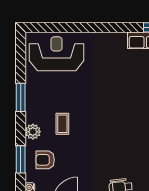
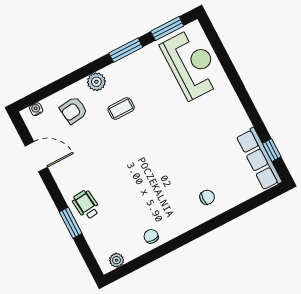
window: (21, 159) -> (167, 29), moved
armchair: (45, 160) -> (74, 110), turned -97

